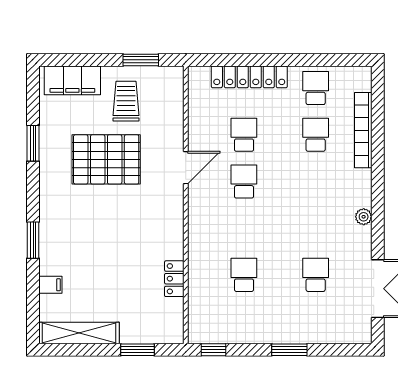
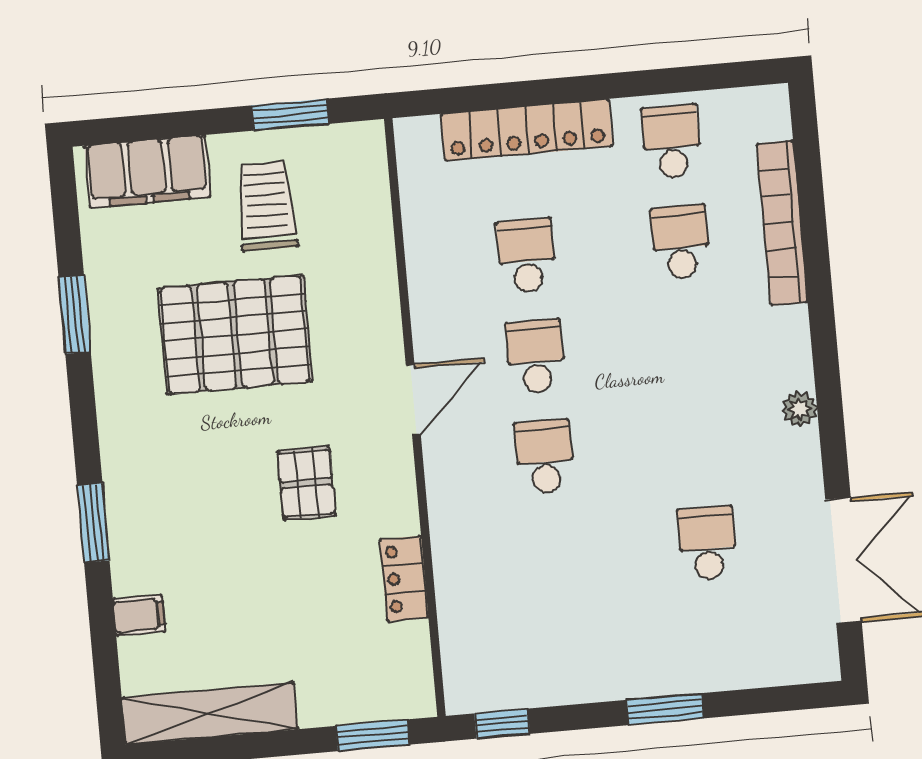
door: (186, 168) -> (413, 400), moved
pallet: (133, 231) -> (306, 483), added
school desk: (244, 275) -> (544, 456), moved
window: (138, 350) -> (373, 735), moved

